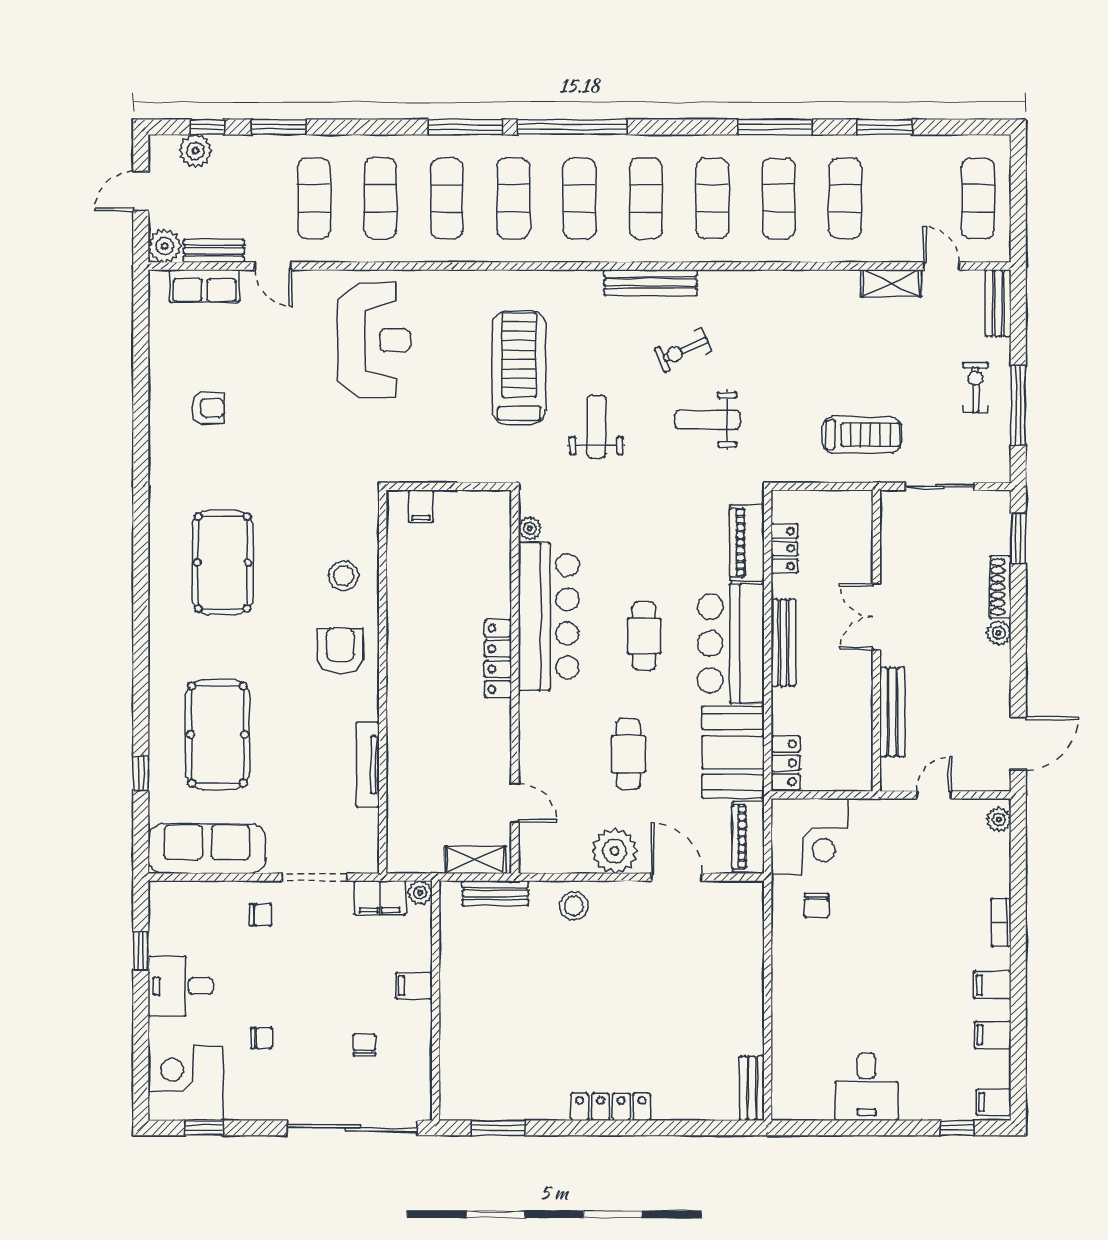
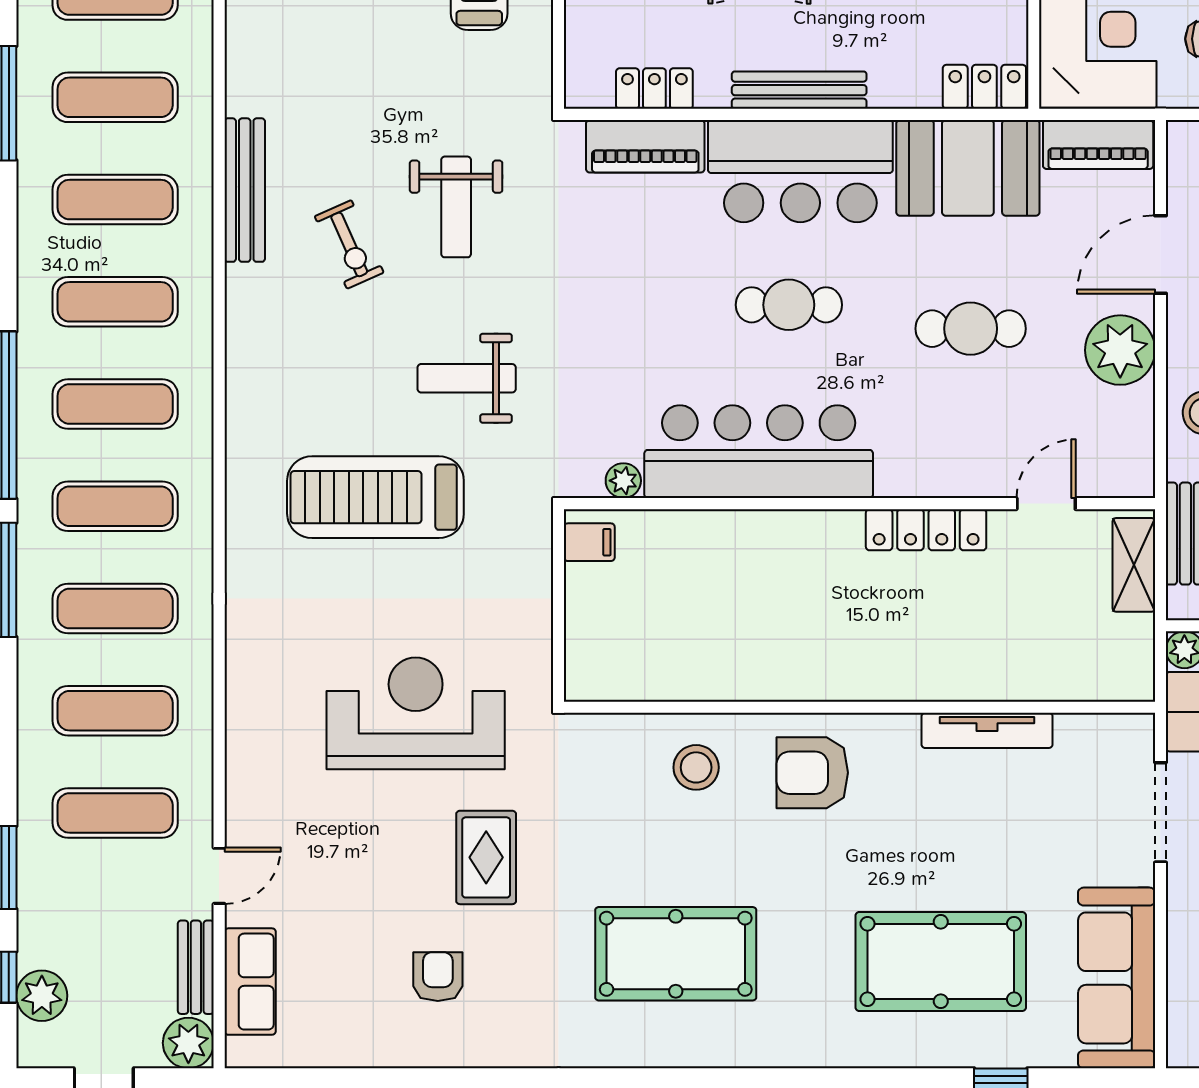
bench: (651, 283) -> (245, 190), moved
reception desk: (374, 340) -> (416, 713), moved
rug: (285, 439) -> (486, 857), added
filing cabinet: (421, 506) -> (589, 542), moved
locker: (498, 659) -> (926, 530), moved

